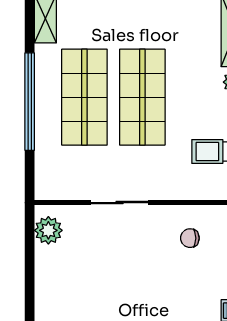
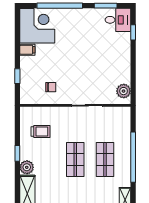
shop shelf: (84, 97) -> (105, 159), width x0.70, depth x0.74
shop shelf: (142, 97) -> (75, 159), width x0.70, depth x0.74

